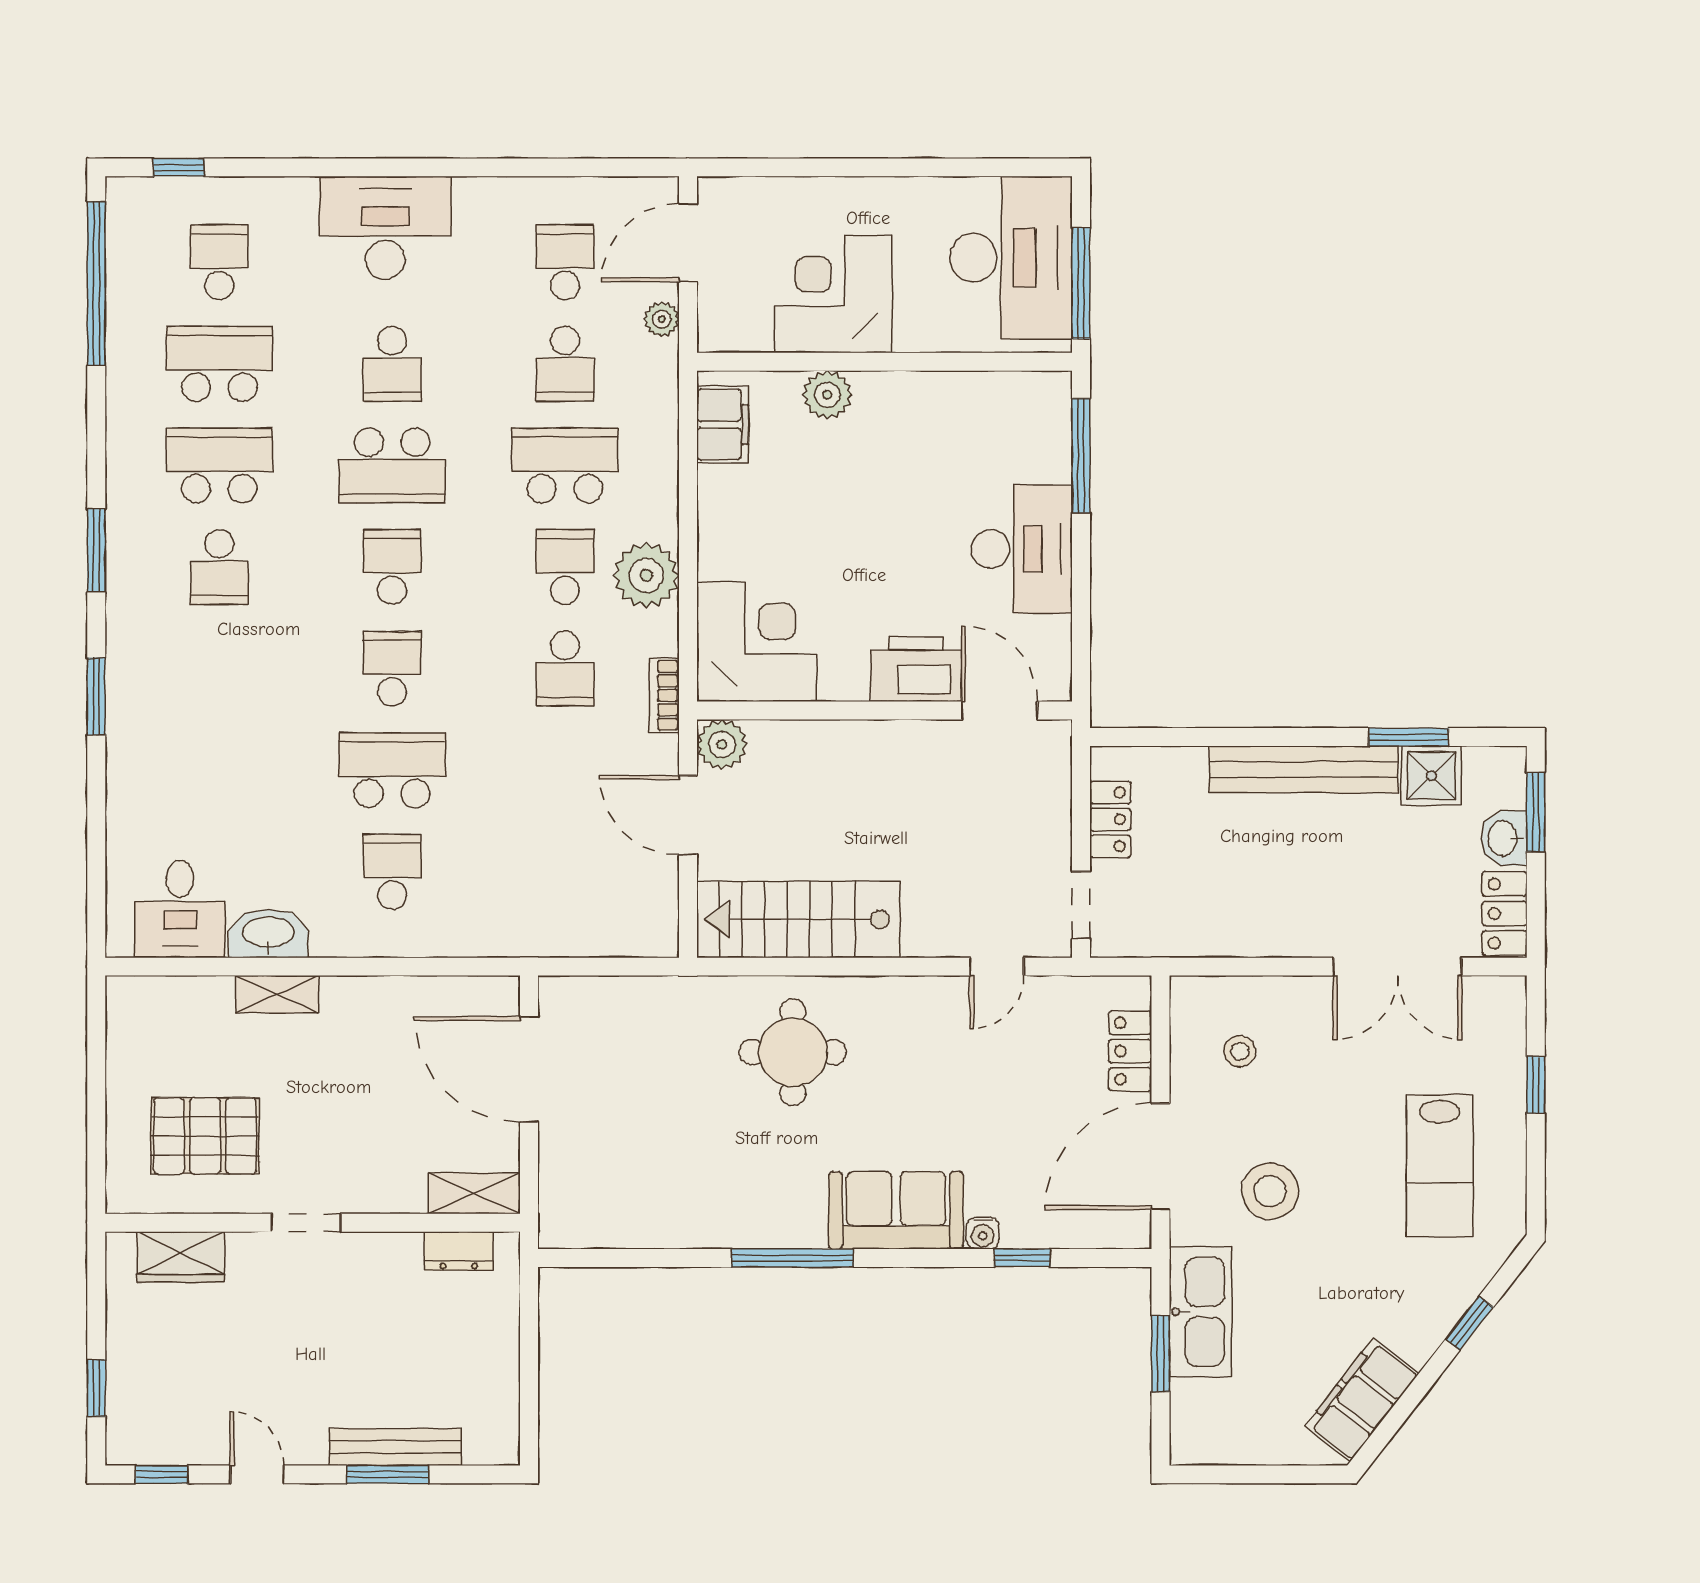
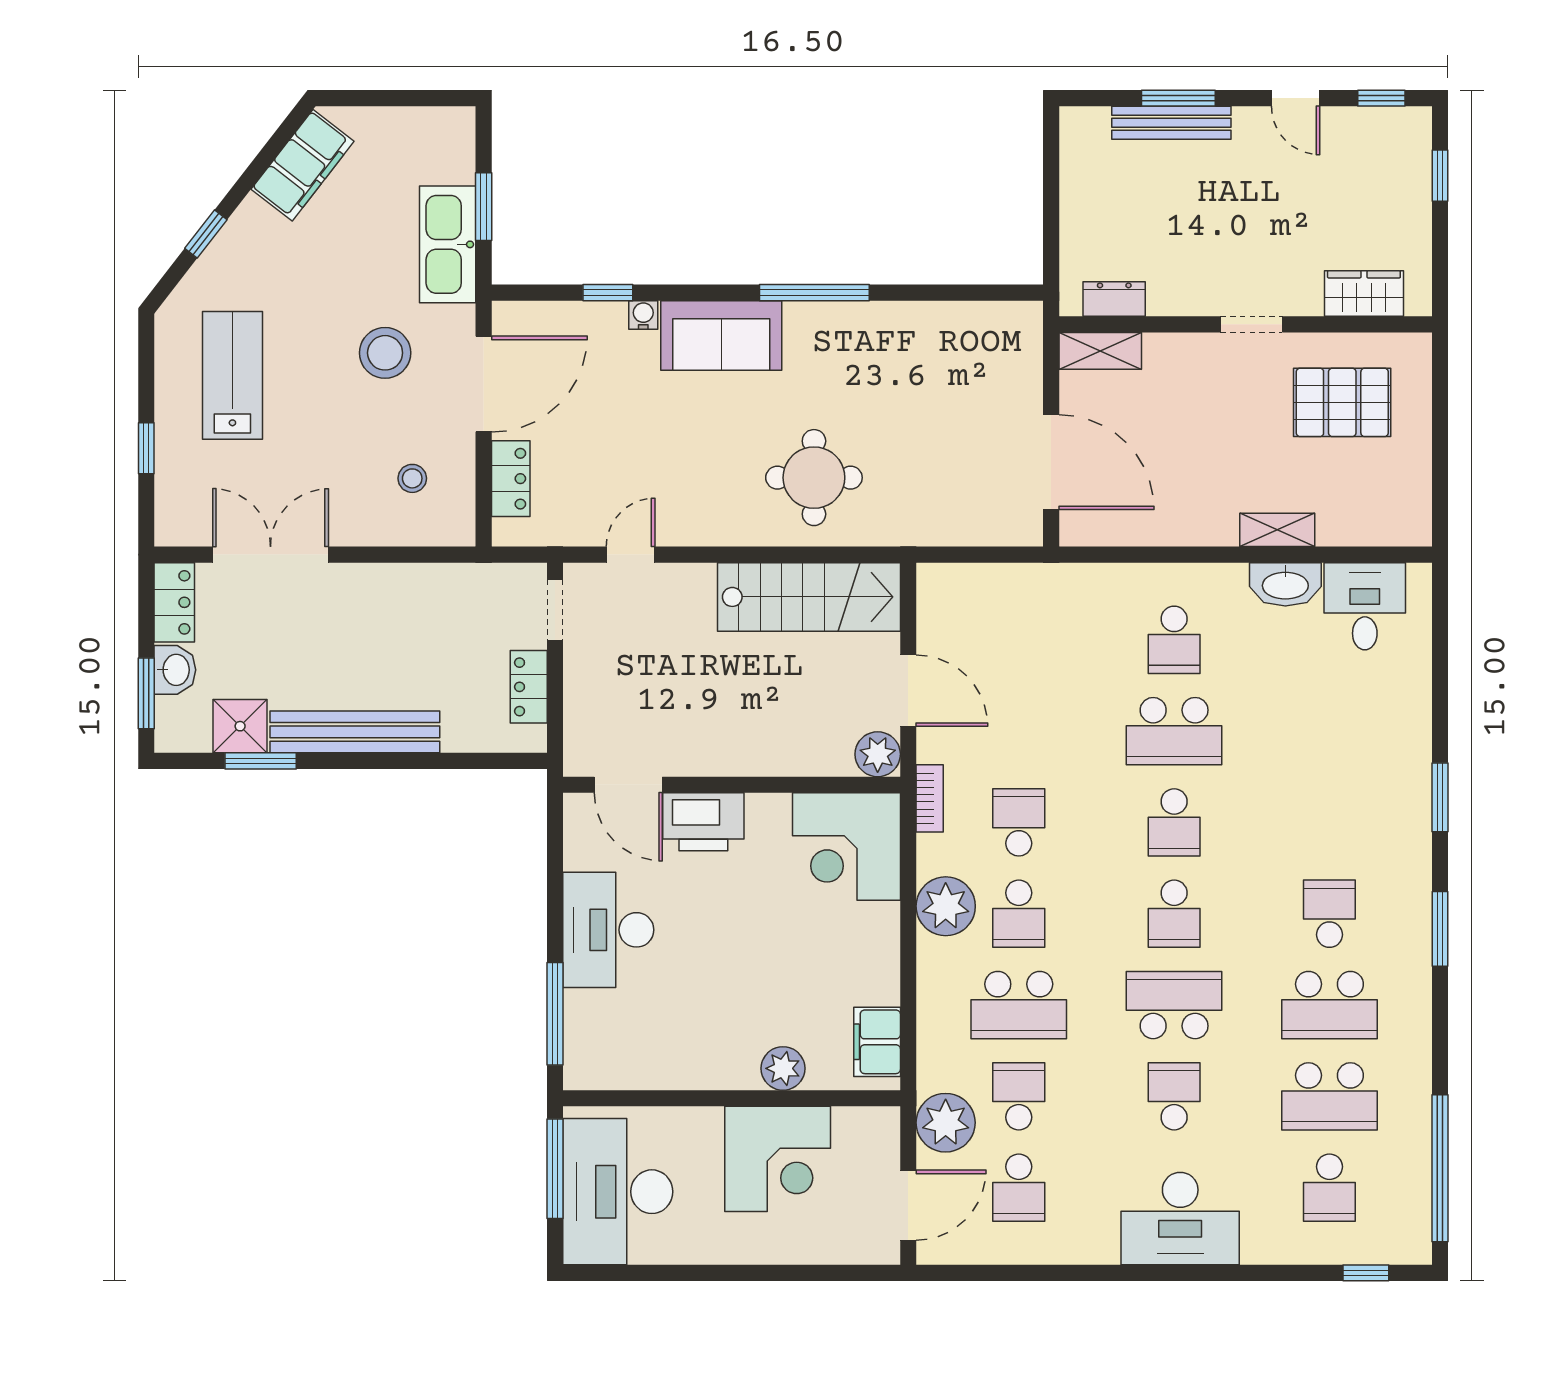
plant: (662, 319) -> (946, 1123), width x1.88, depth x1.88

